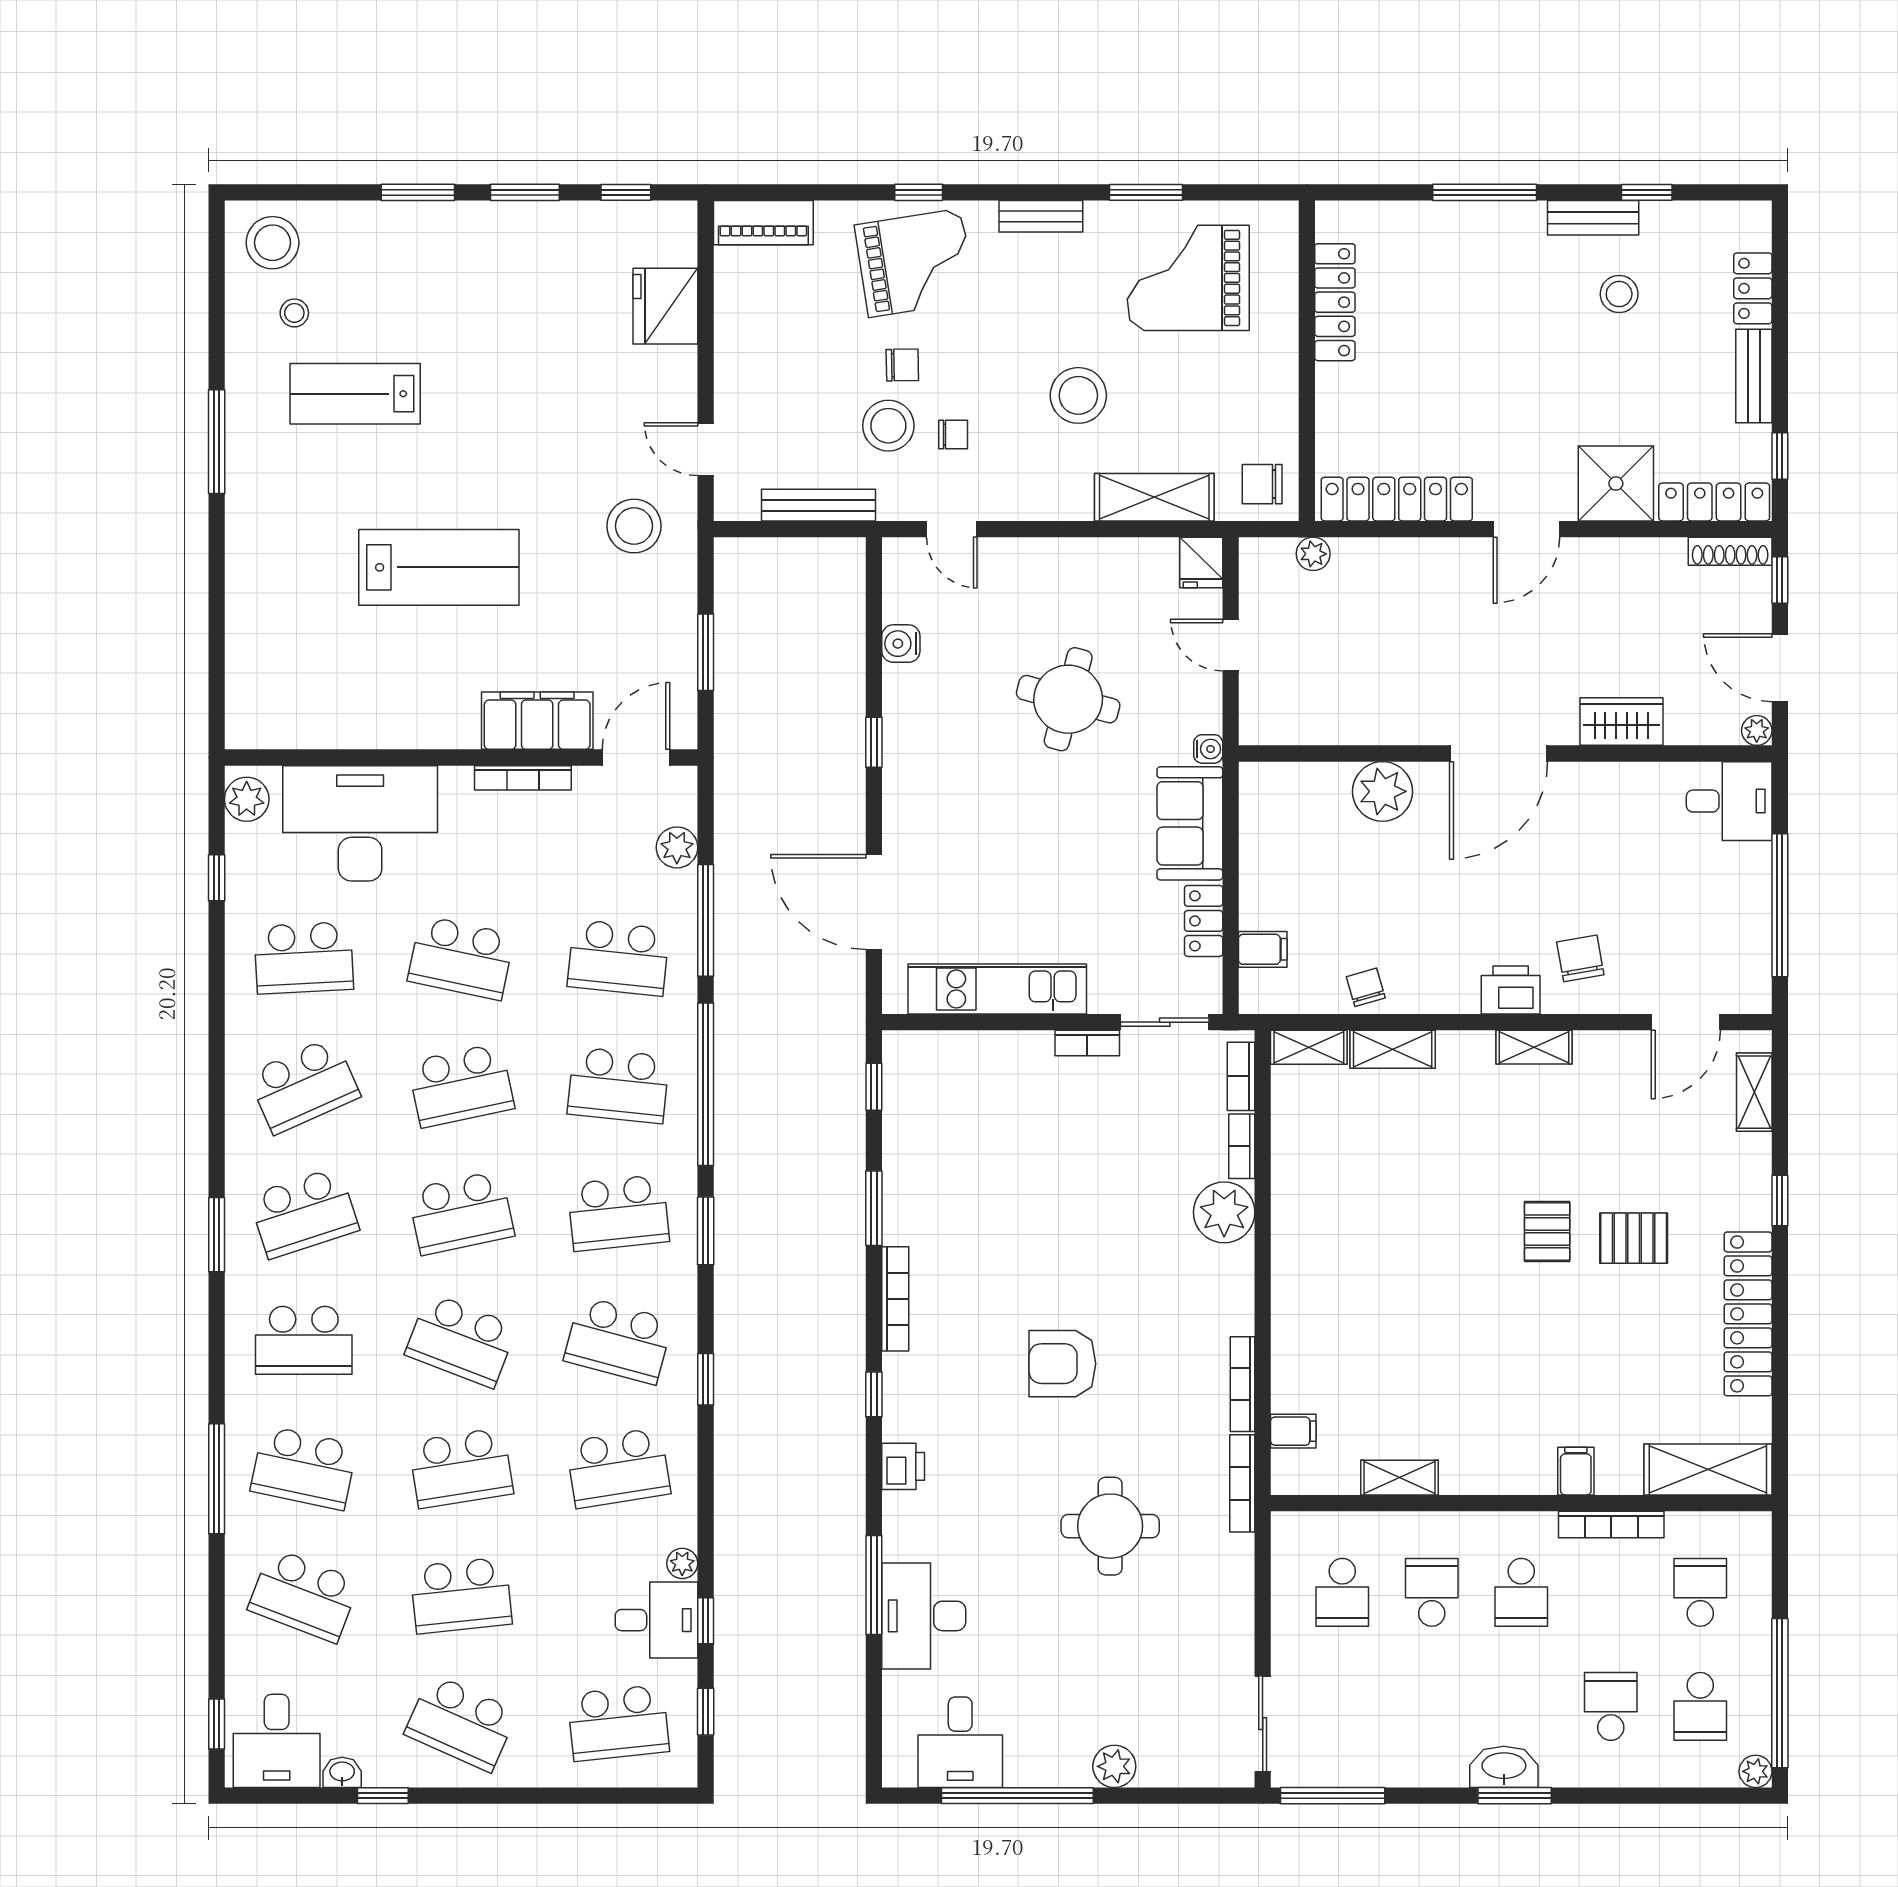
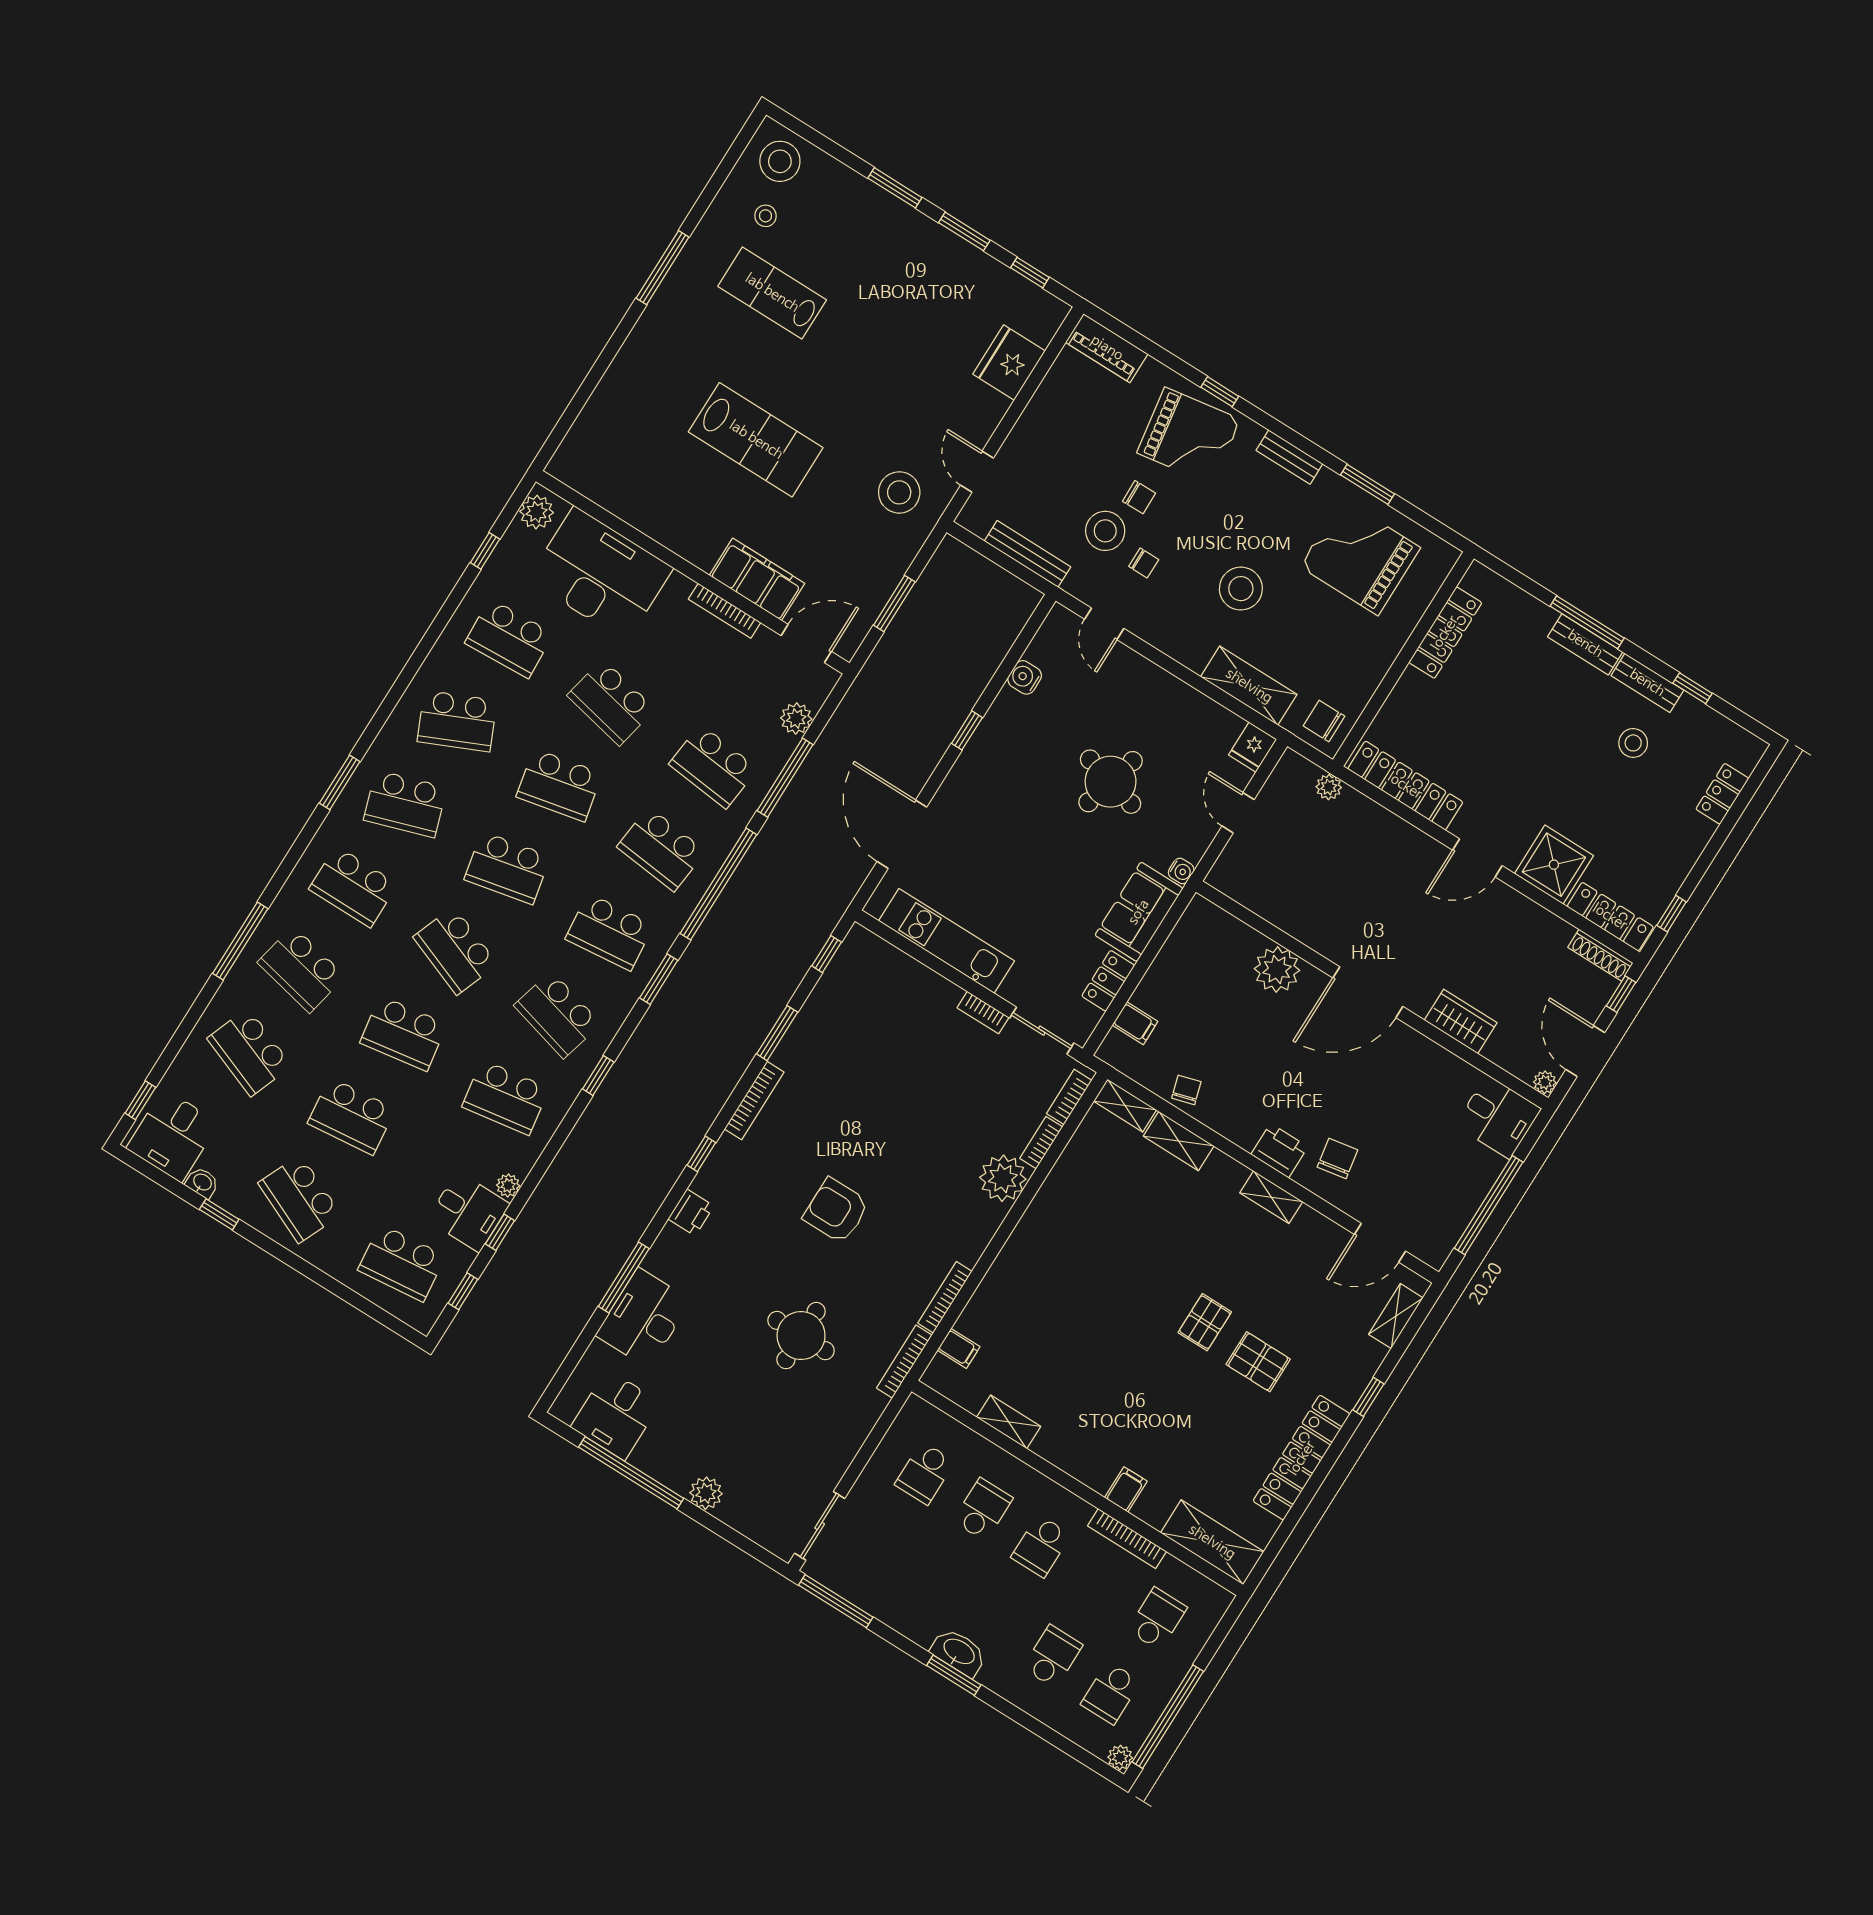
bench: (1754, 376) -> (1585, 644), moved, turned 90

